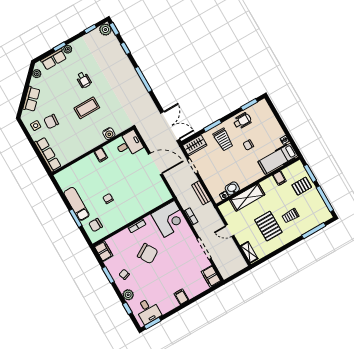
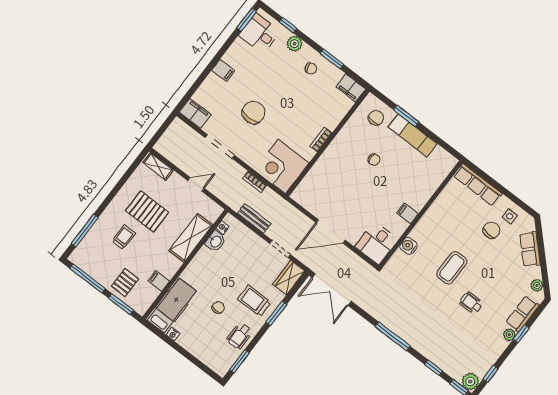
chair: (148, 254) -> (254, 112), moved, turned 121

